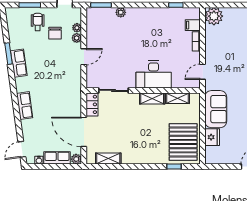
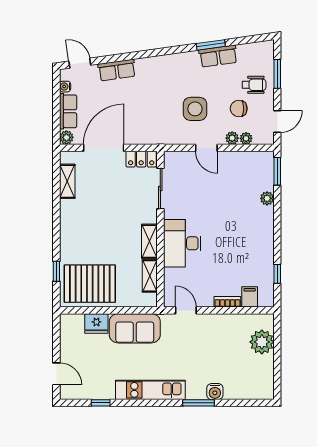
plant: (214, 16) -> (262, 342), moved
row of seats: (19, 63) -> (218, 56), moved
side table: (55, 65) -> (195, 109), added
row of seats: (25, 106) -> (117, 70), moved

